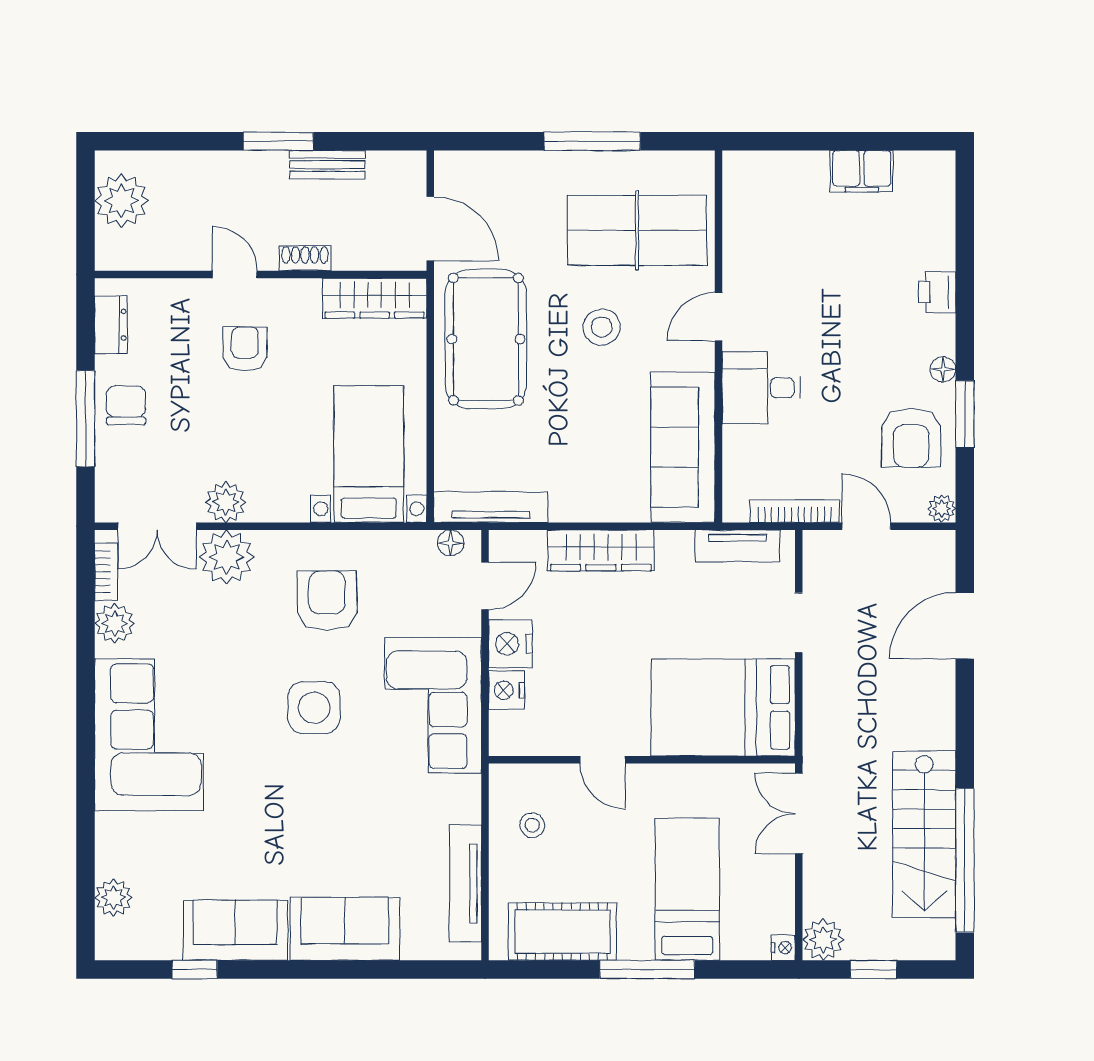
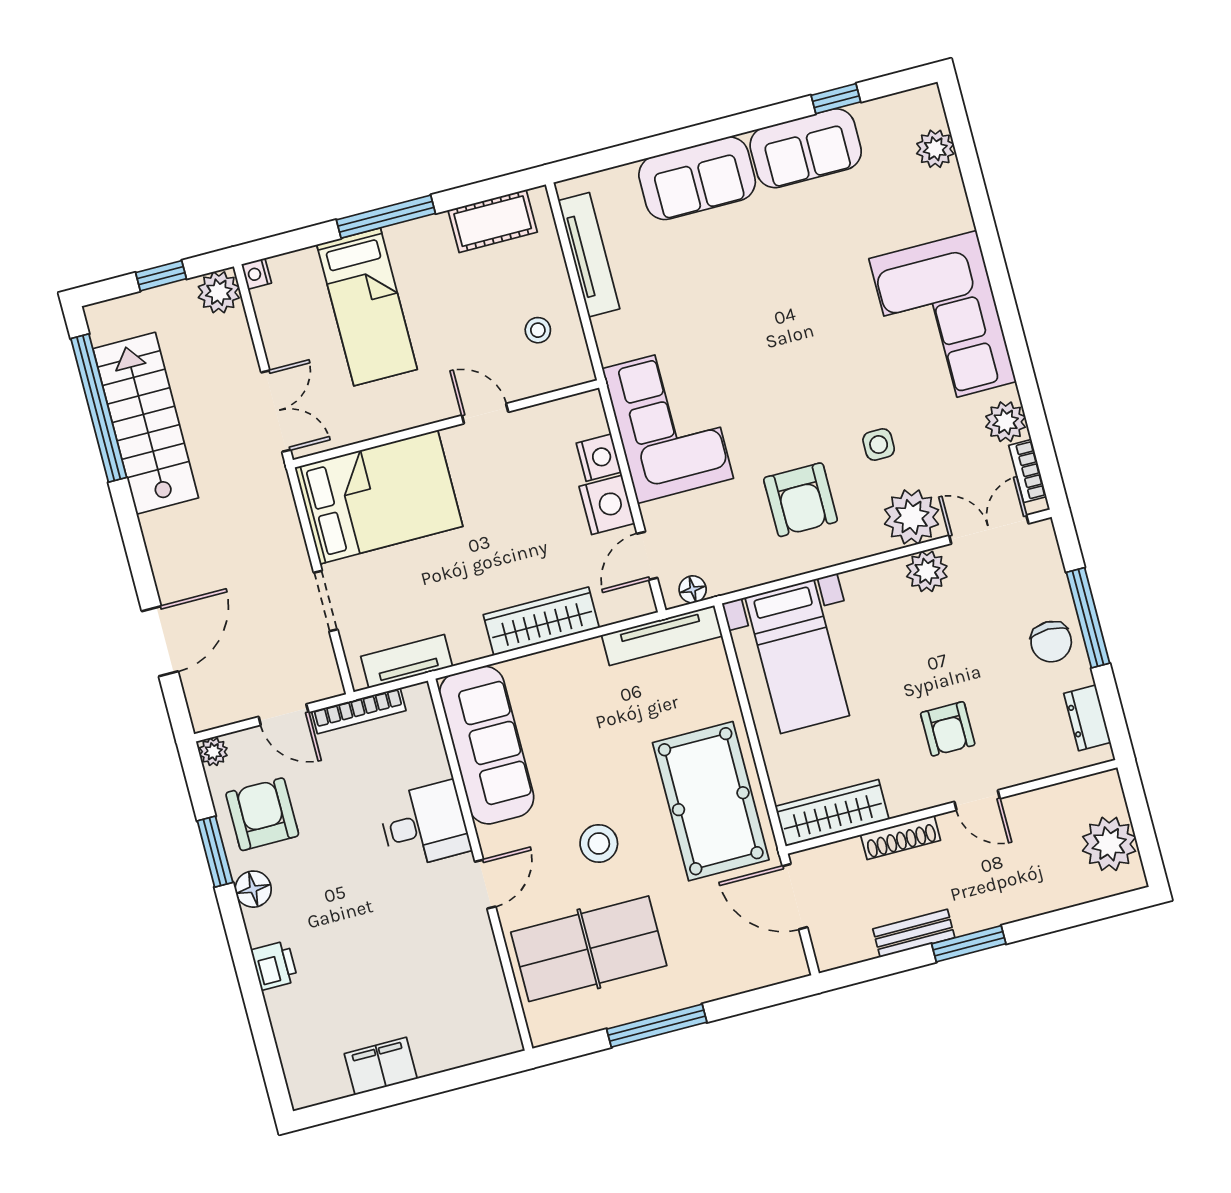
shoe rack: (305, 258) -> (901, 837), width x1.43
floor lamp: (943, 369) -> (253, 889), width x1.37, depth x1.37
side table: (314, 708) -> (879, 445), moved, width x0.54, depth x0.54
cot: (562, 932) -> (493, 221), width x0.73, depth x0.75

